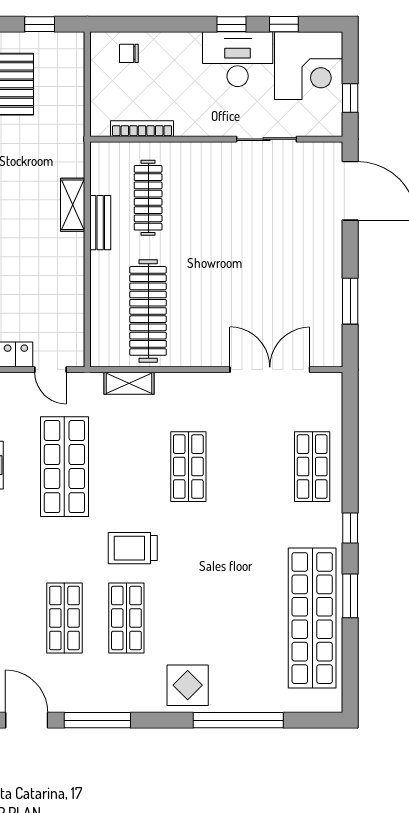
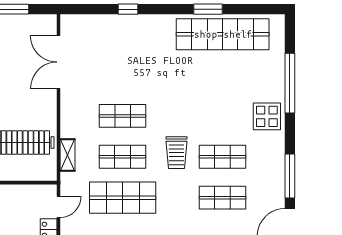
shop shelf: (312, 467) -> (123, 157), moved
window: (350, 528) -> (128, 9), moved

